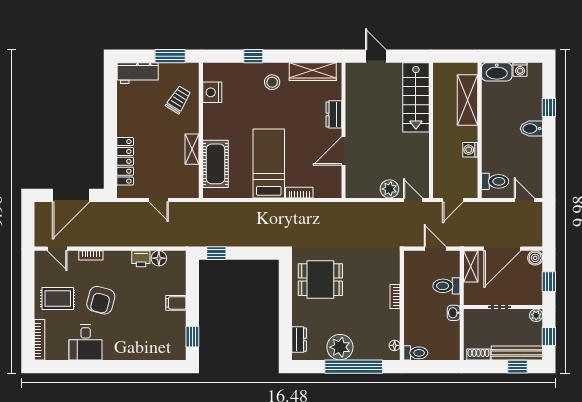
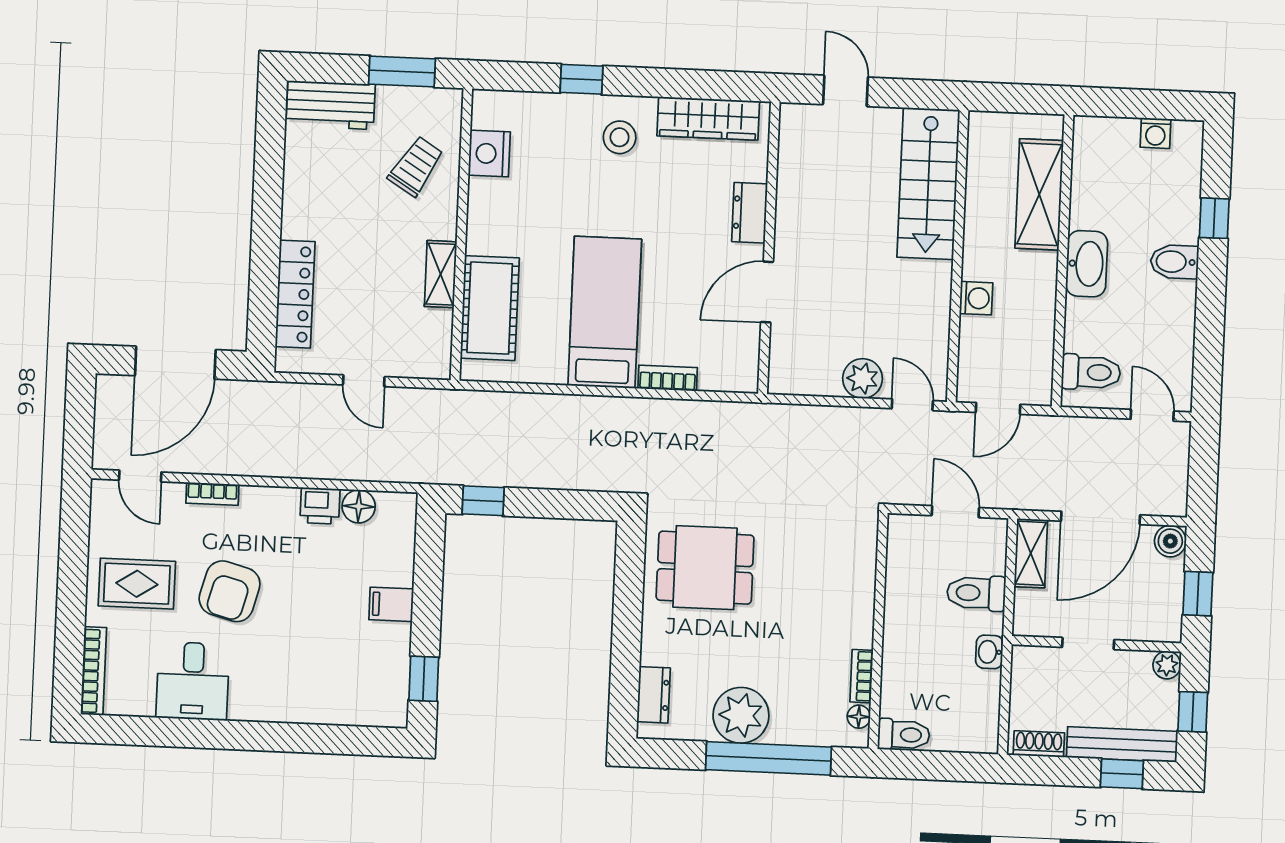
washbasin: (497, 72) -> (1087, 264), moved, turned -90
washing machine: (470, 150) -> (976, 298), moved, turned 180
bookcase: (395, 297) -> (862, 676), moved

